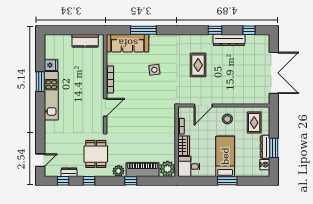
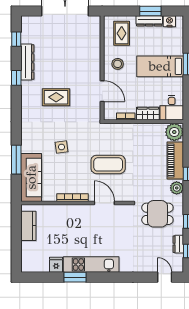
coffee table: (139, 111) -> (108, 164), added
rug: (254, 123) -> (122, 33), turned 90

